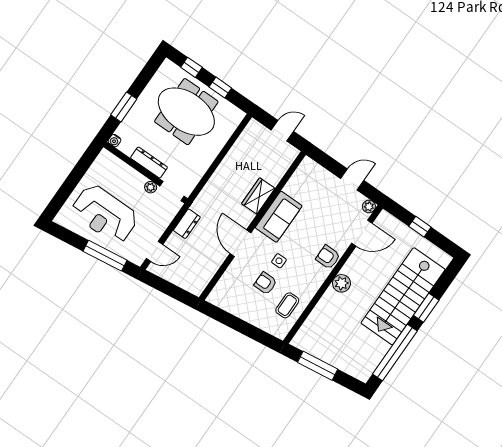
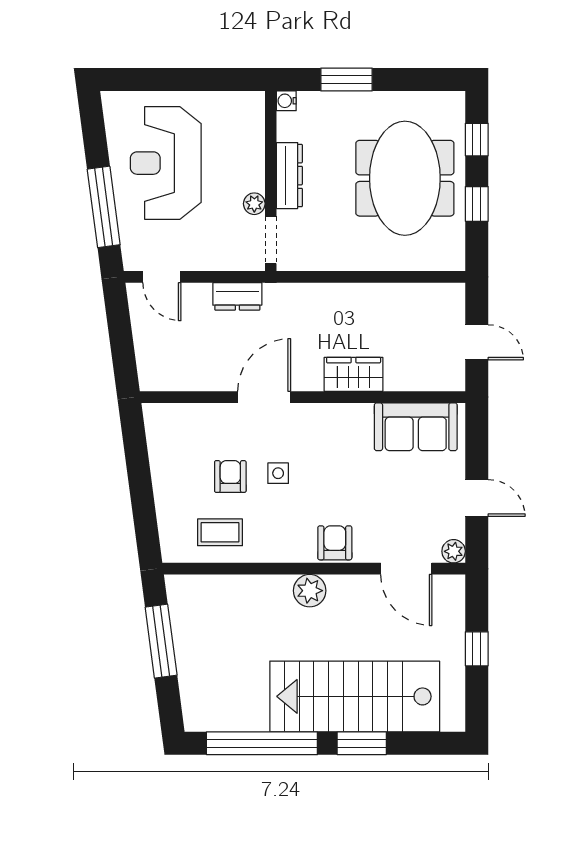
sofa: (279, 217) -> (416, 427), moved

